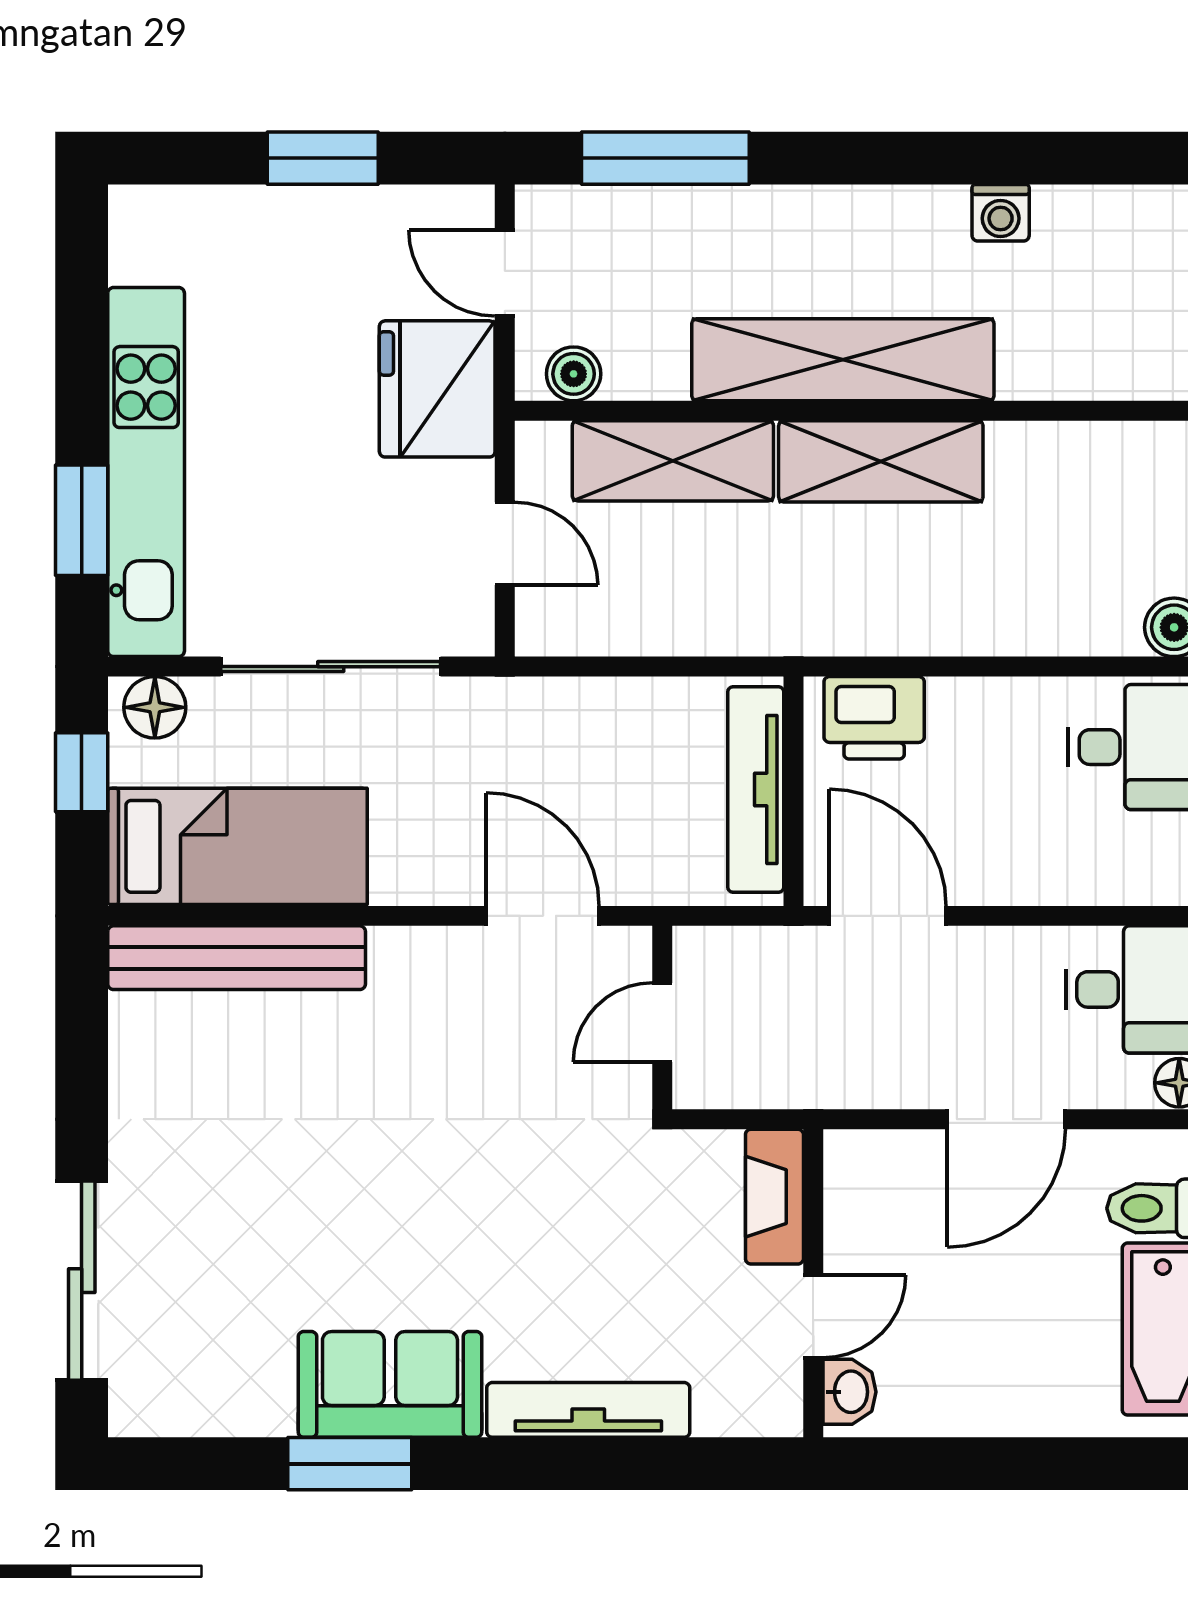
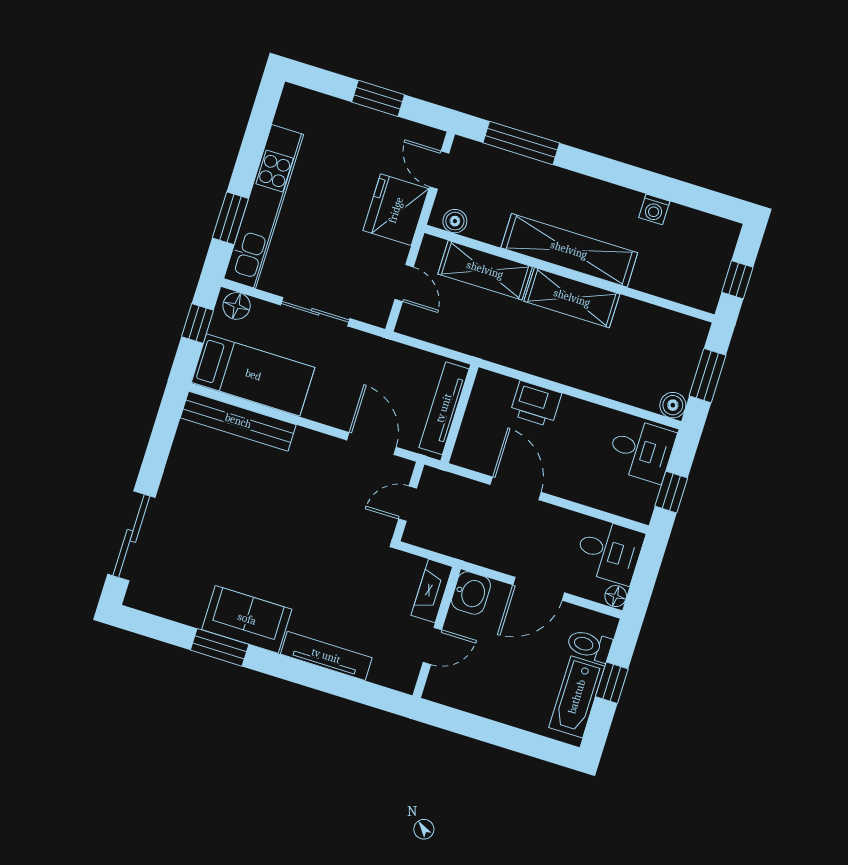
sliding door: (331, 667) -> (315, 312), width x0.73
tv unit: (756, 790) -> (444, 408), moved
wall: (793, 791) -> (460, 414), moved
washbasin: (849, 1392) -> (471, 593), moved, width x1.38, depth x1.45

